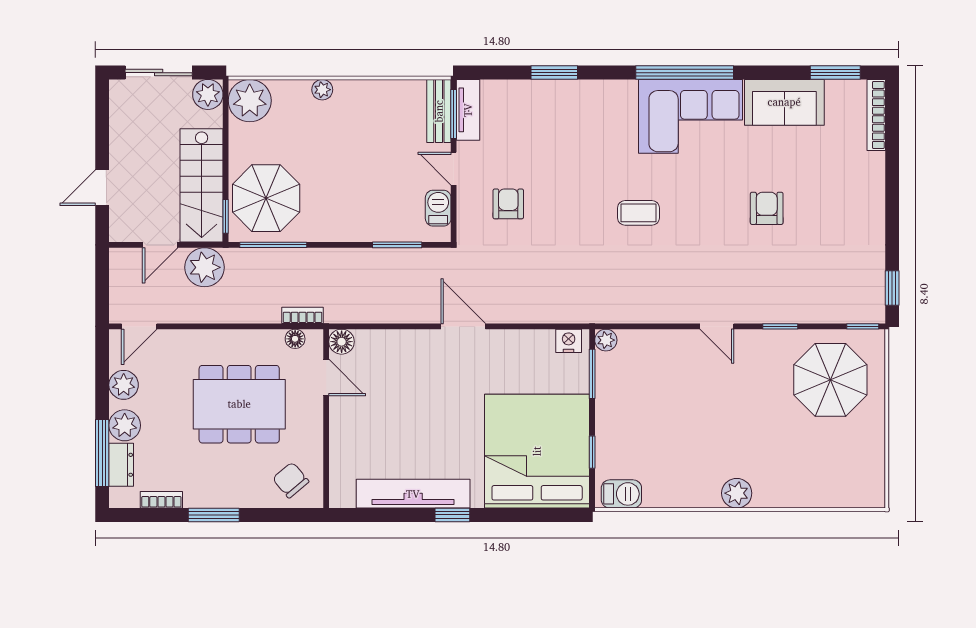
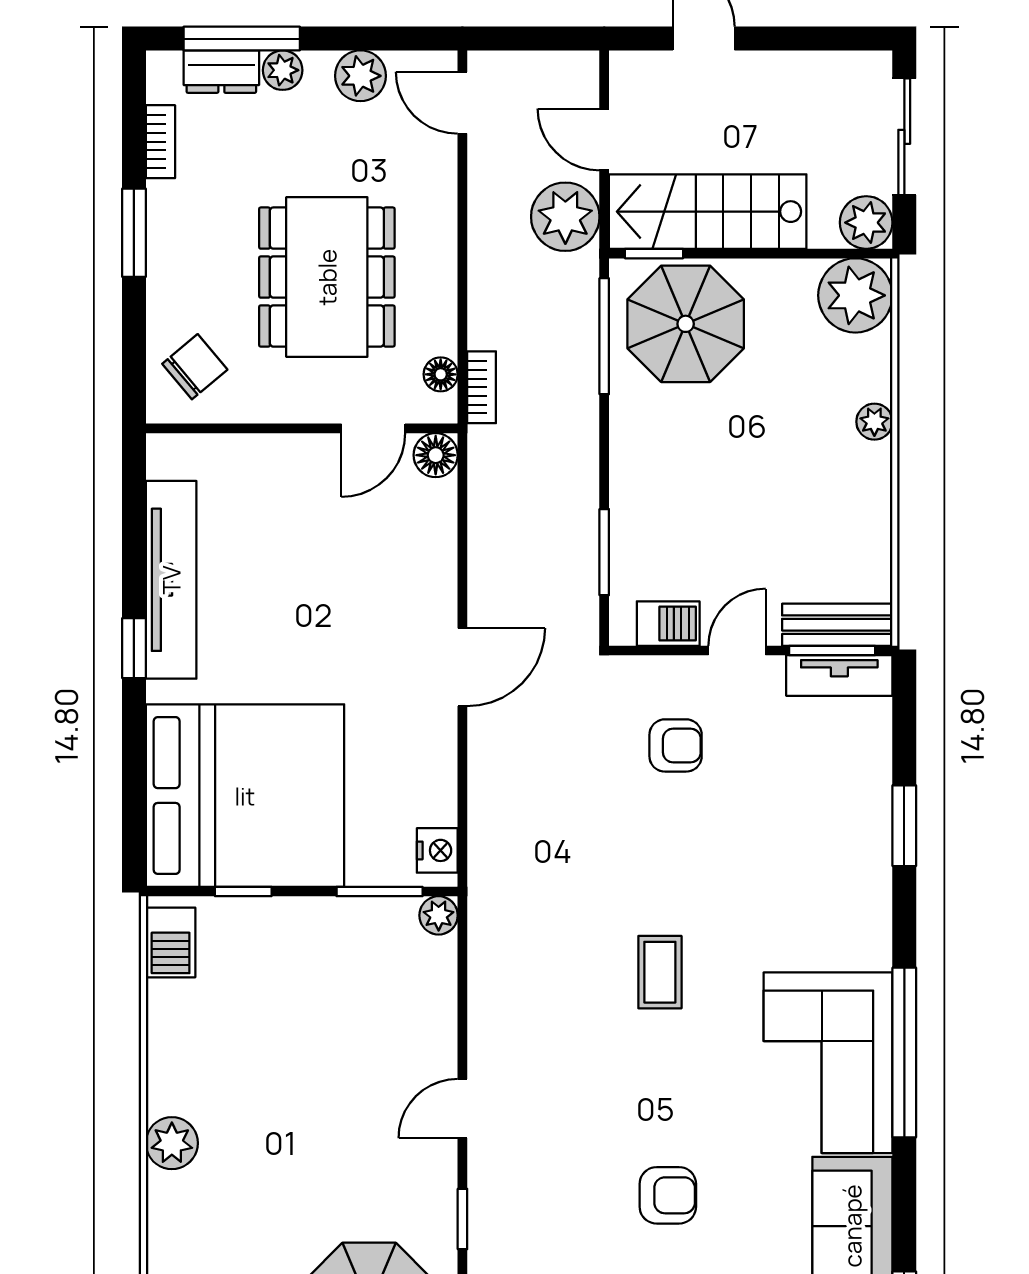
plant: (125, 425) -> (283, 70), width x0.73, depth x0.73

